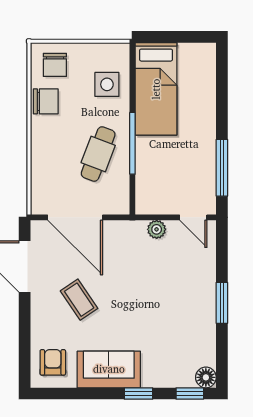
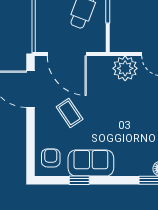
plant: (157, 229) -> (125, 68), width x1.88, depth x1.88
window: (138, 393) -> (79, 180), moved

